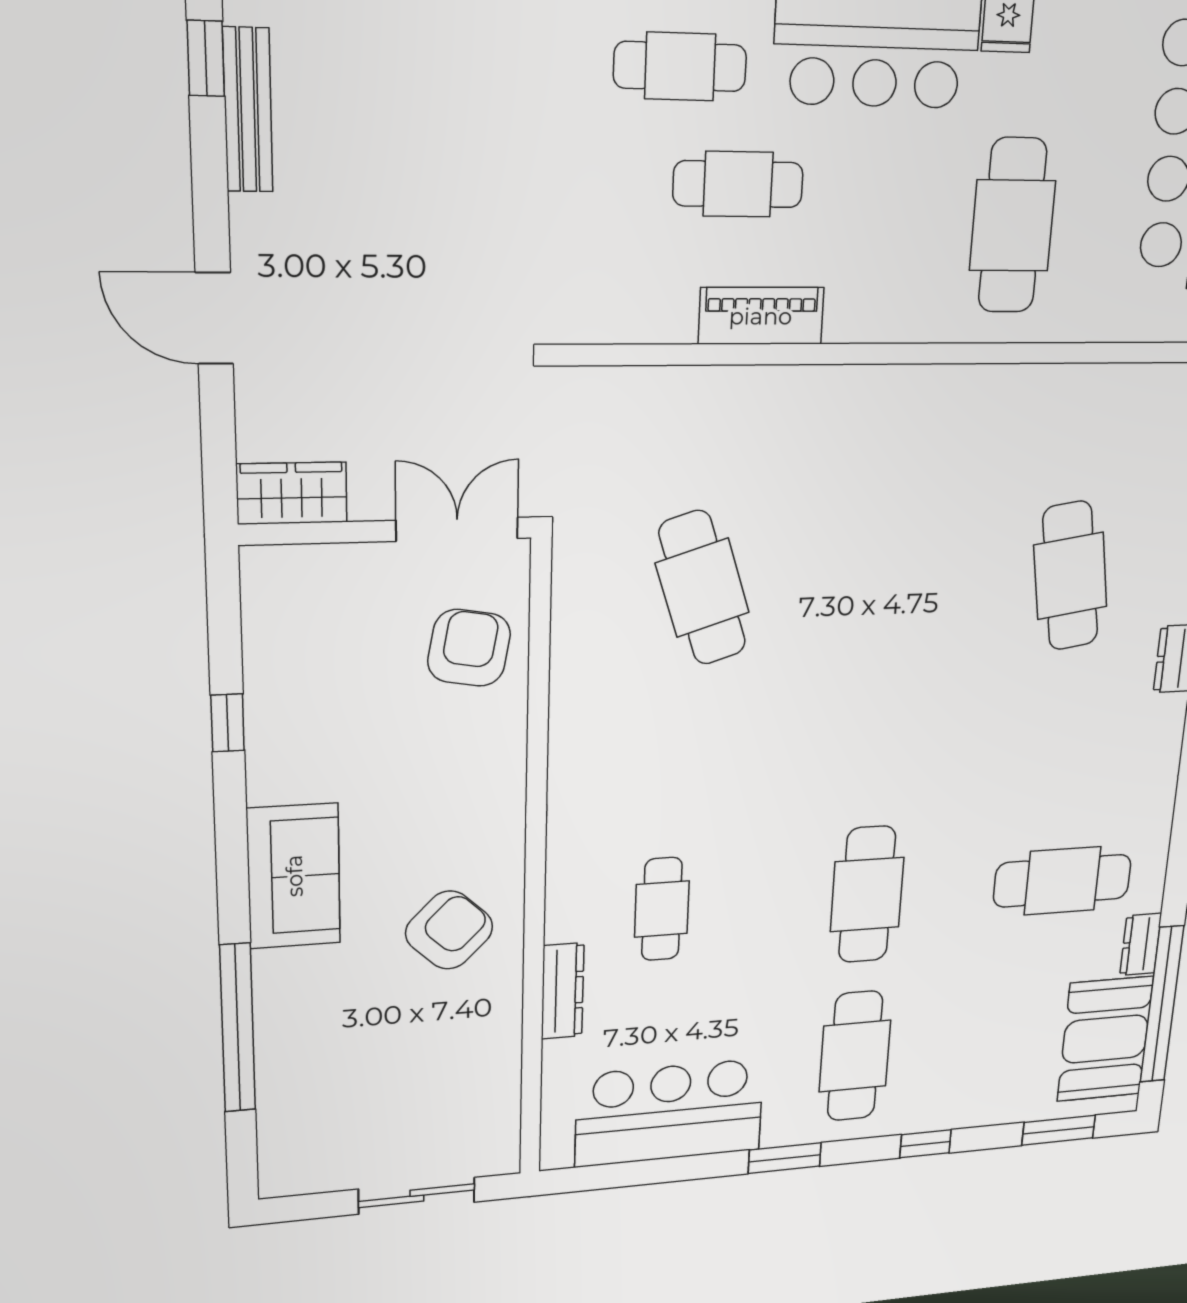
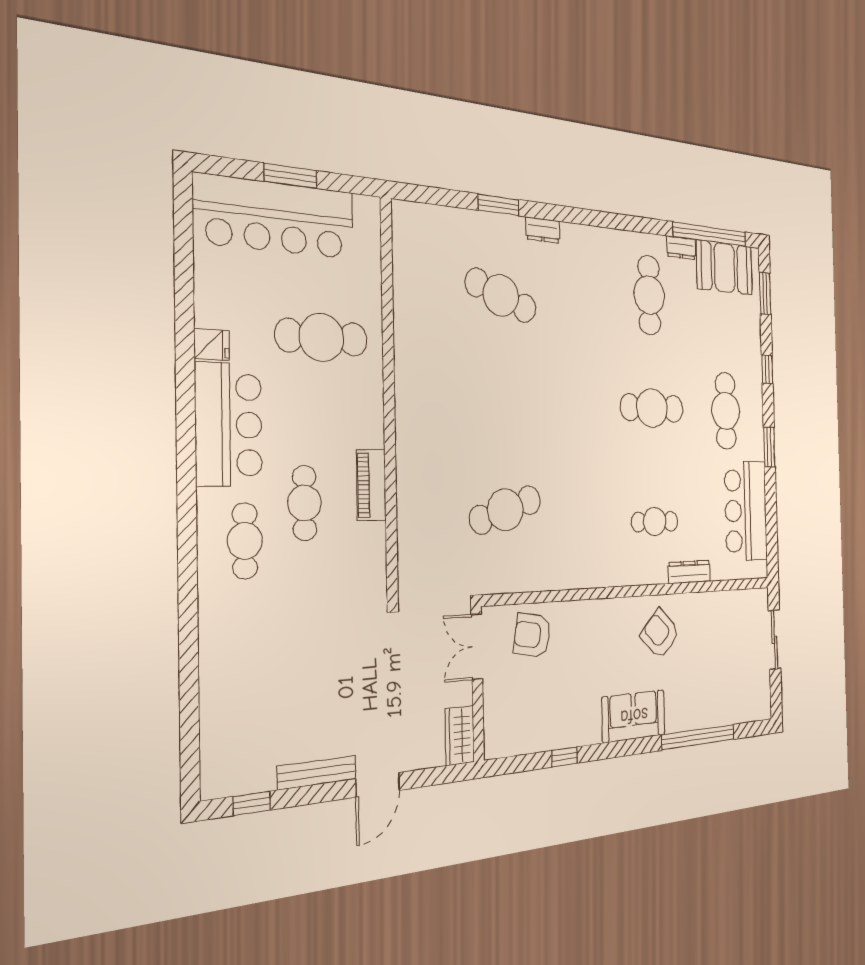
bench: (248, 110) -> (317, 773), moved
cafe table: (1070, 576) -> (501, 295), turned 30
cafe table: (855, 1056) -> (726, 411), turned 90

